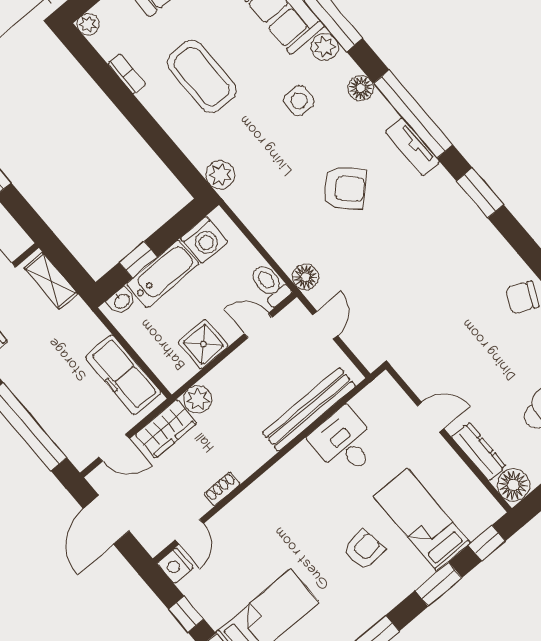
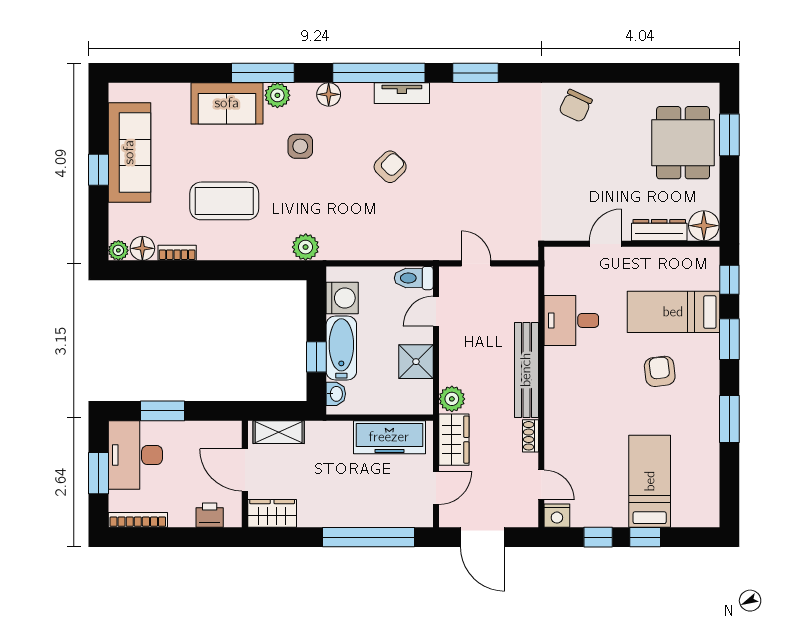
armchair: (344, 188) -> (390, 167), width x0.72, depth x0.72
floor lamp: (305, 277) -> (142, 248), moved
bench: (309, 409) -> (526, 370), moved

